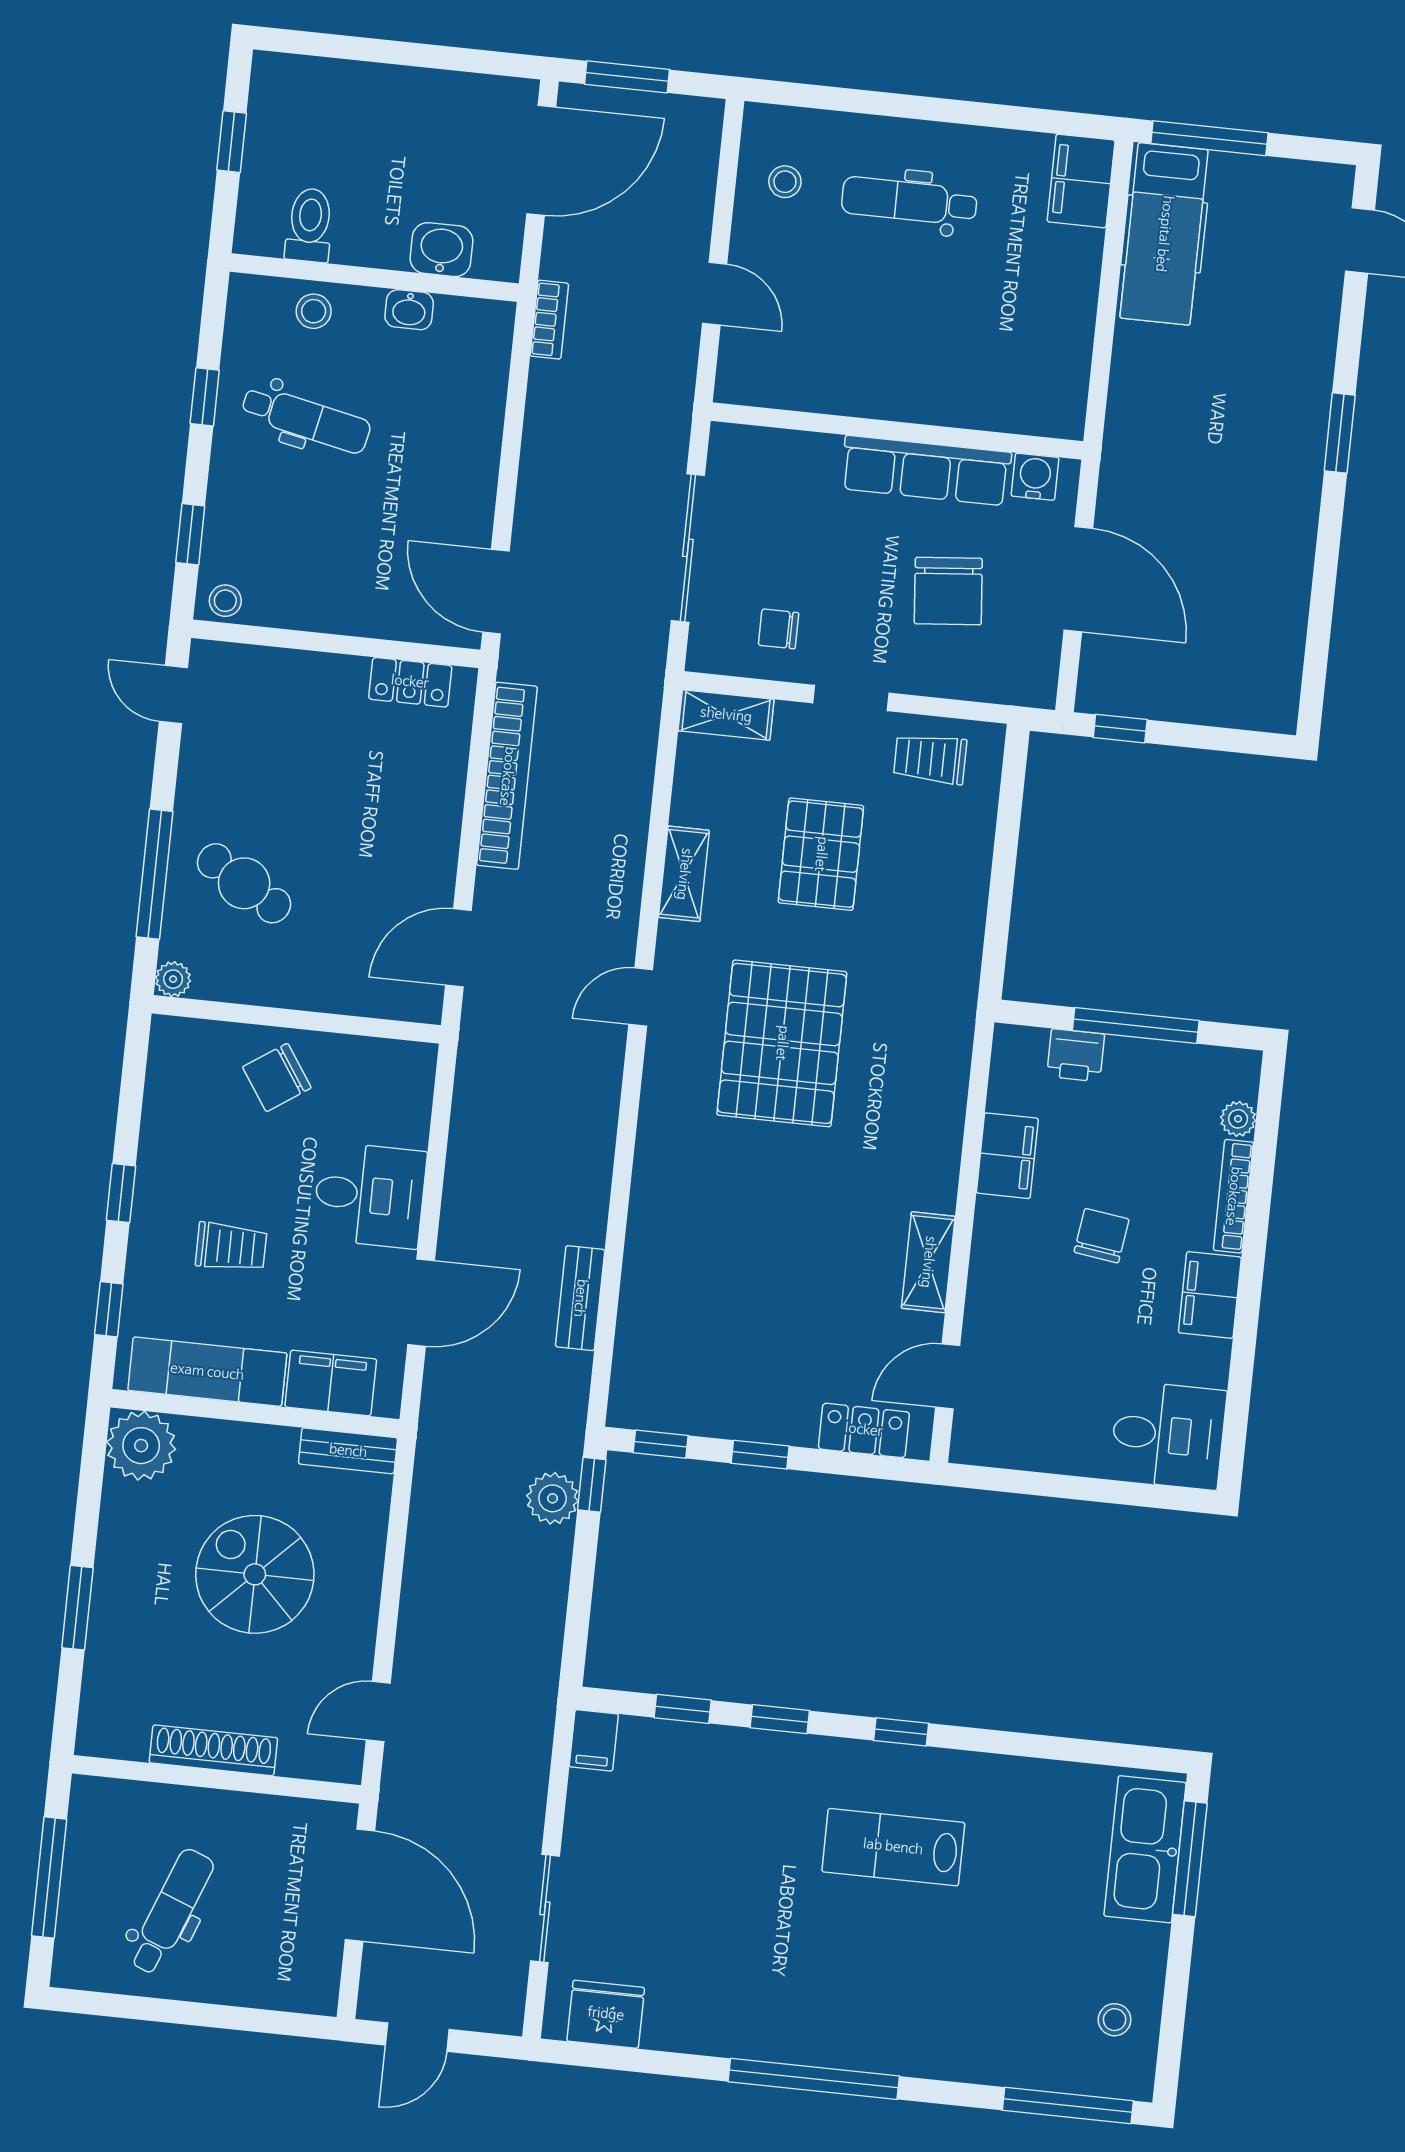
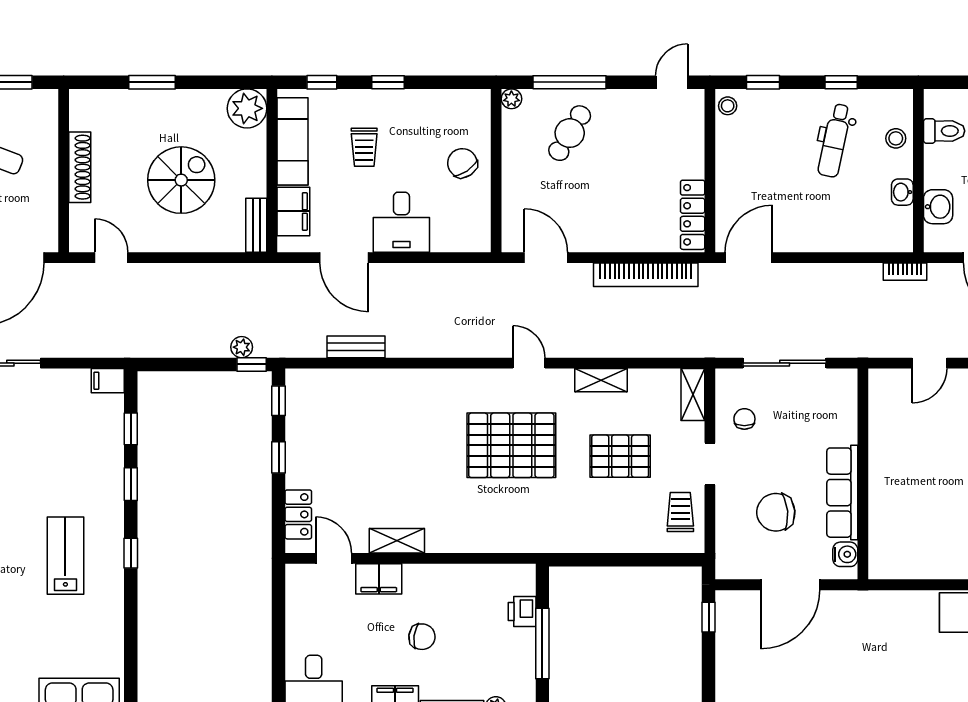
locker: (410, 682) -> (693, 215), width x1.53
filing cabinet: (1007, 1156) -> (379, 579), moved
plant: (553, 1498) -> (242, 347), width x0.73, depth x0.73

